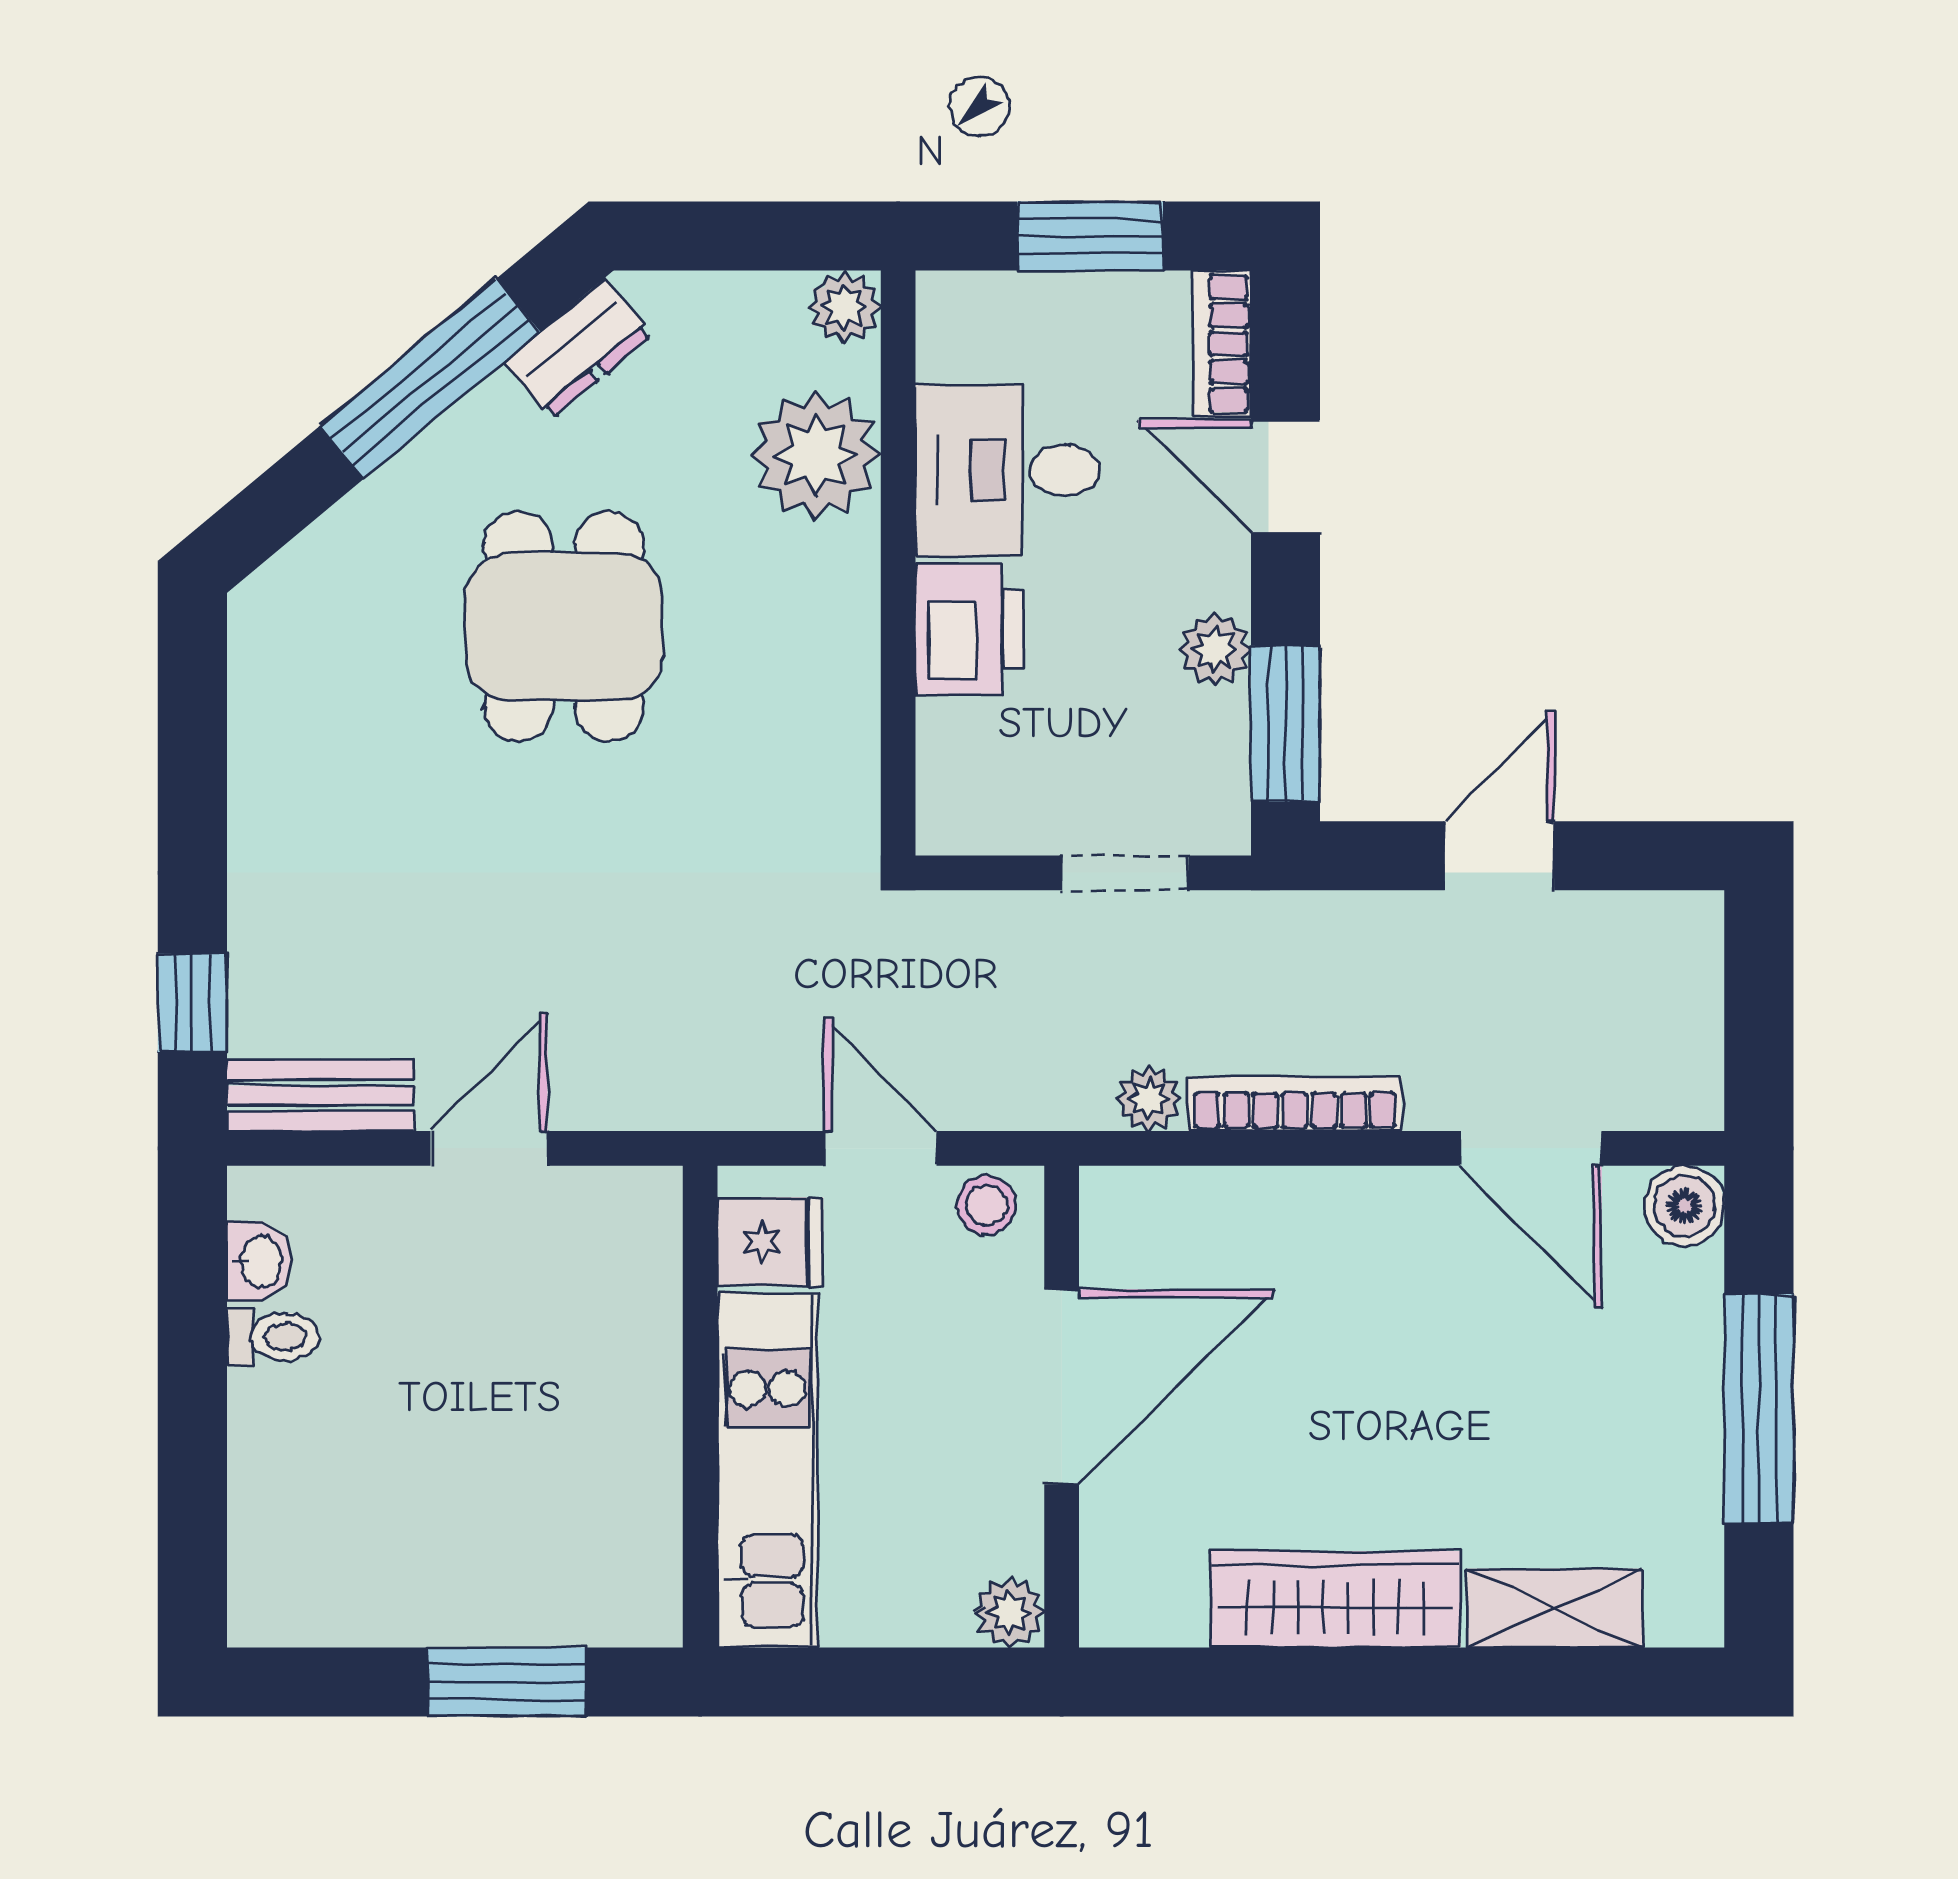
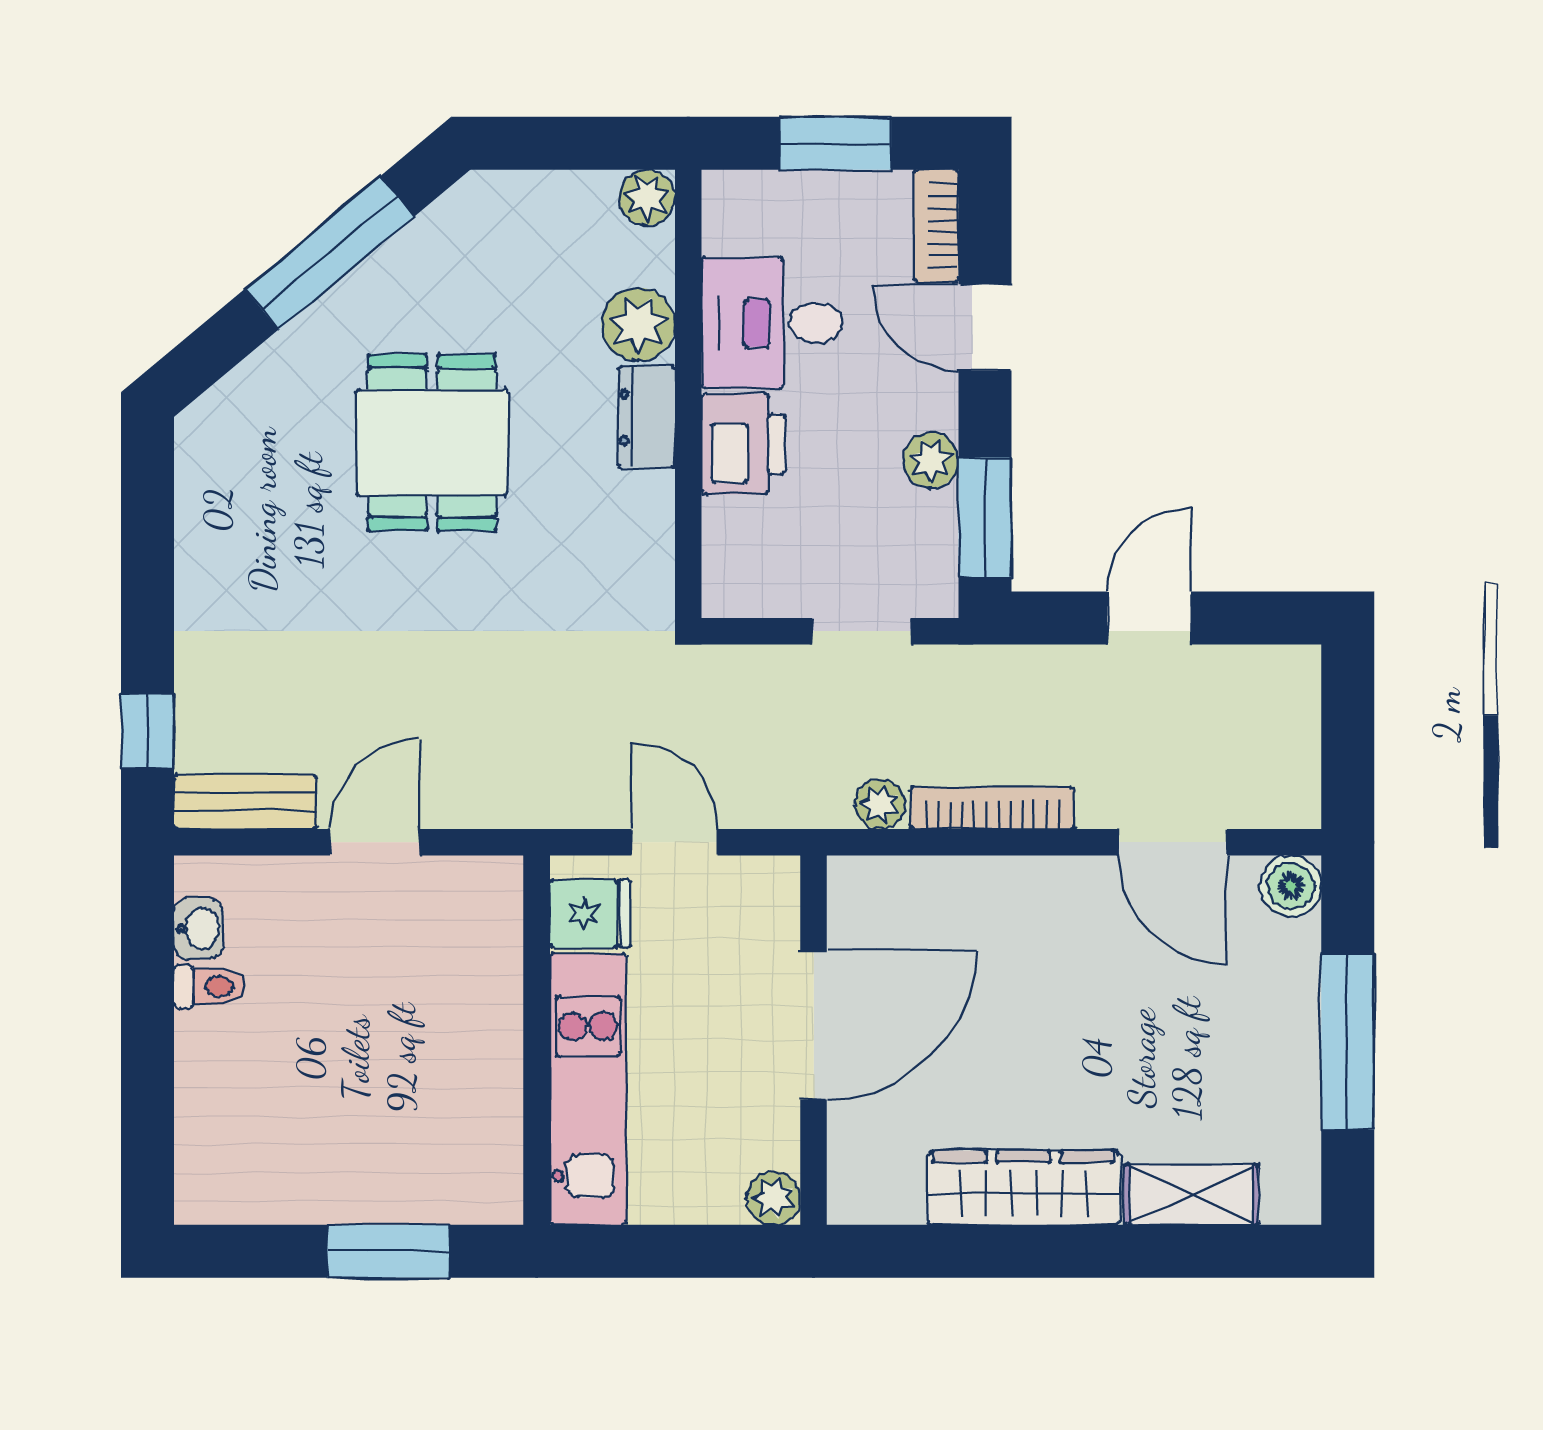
dresser: (578, 348) -> (647, 417), moved, turned 130
plant: (816, 455) -> (638, 324), width x0.73, depth x0.73
stool: (986, 1205) -> (756, 886), removed

